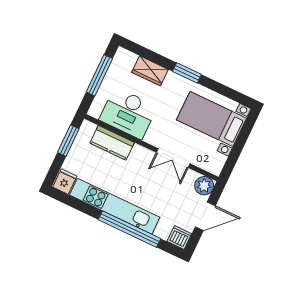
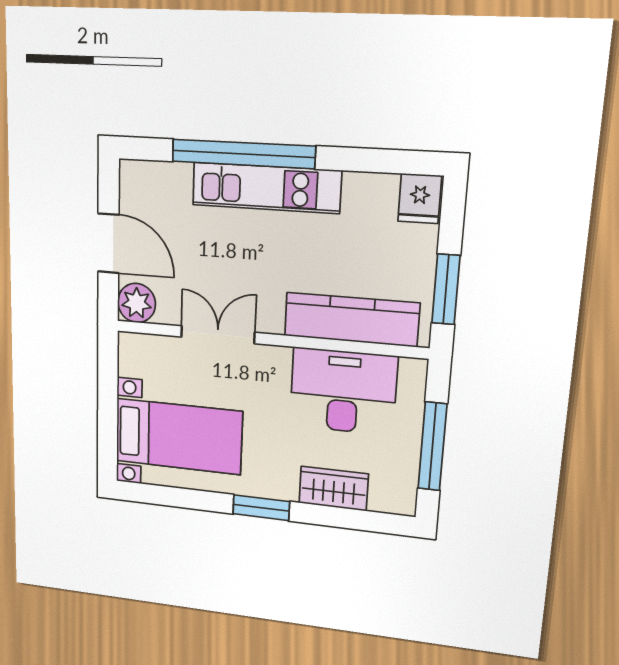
kitchen counter: (112, 143) -> (351, 320), width x1.50
kitchen unit: (115, 206) -> (266, 188), width x0.73
door: (205, 216) -> (108, 243), swing flipped
dishwasher: (179, 237) -> (138, 179), removed

